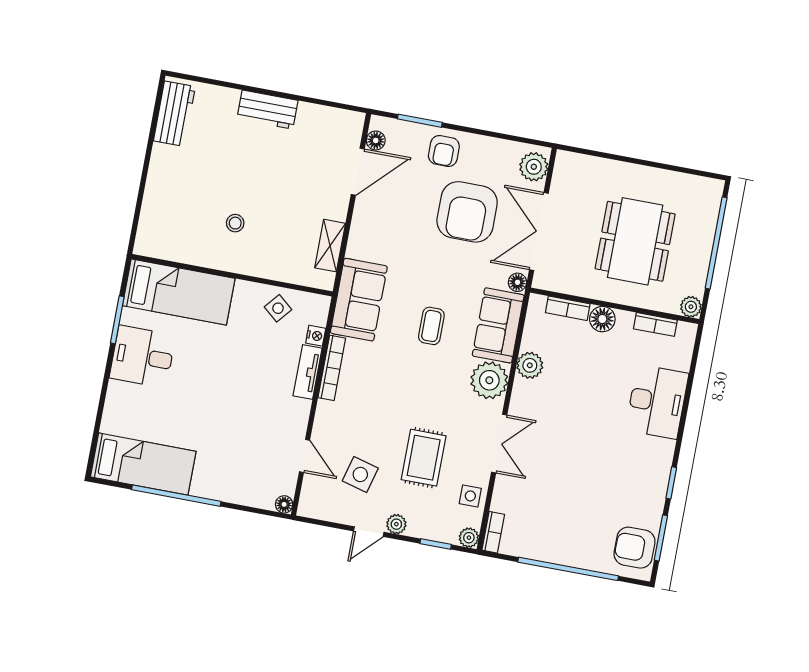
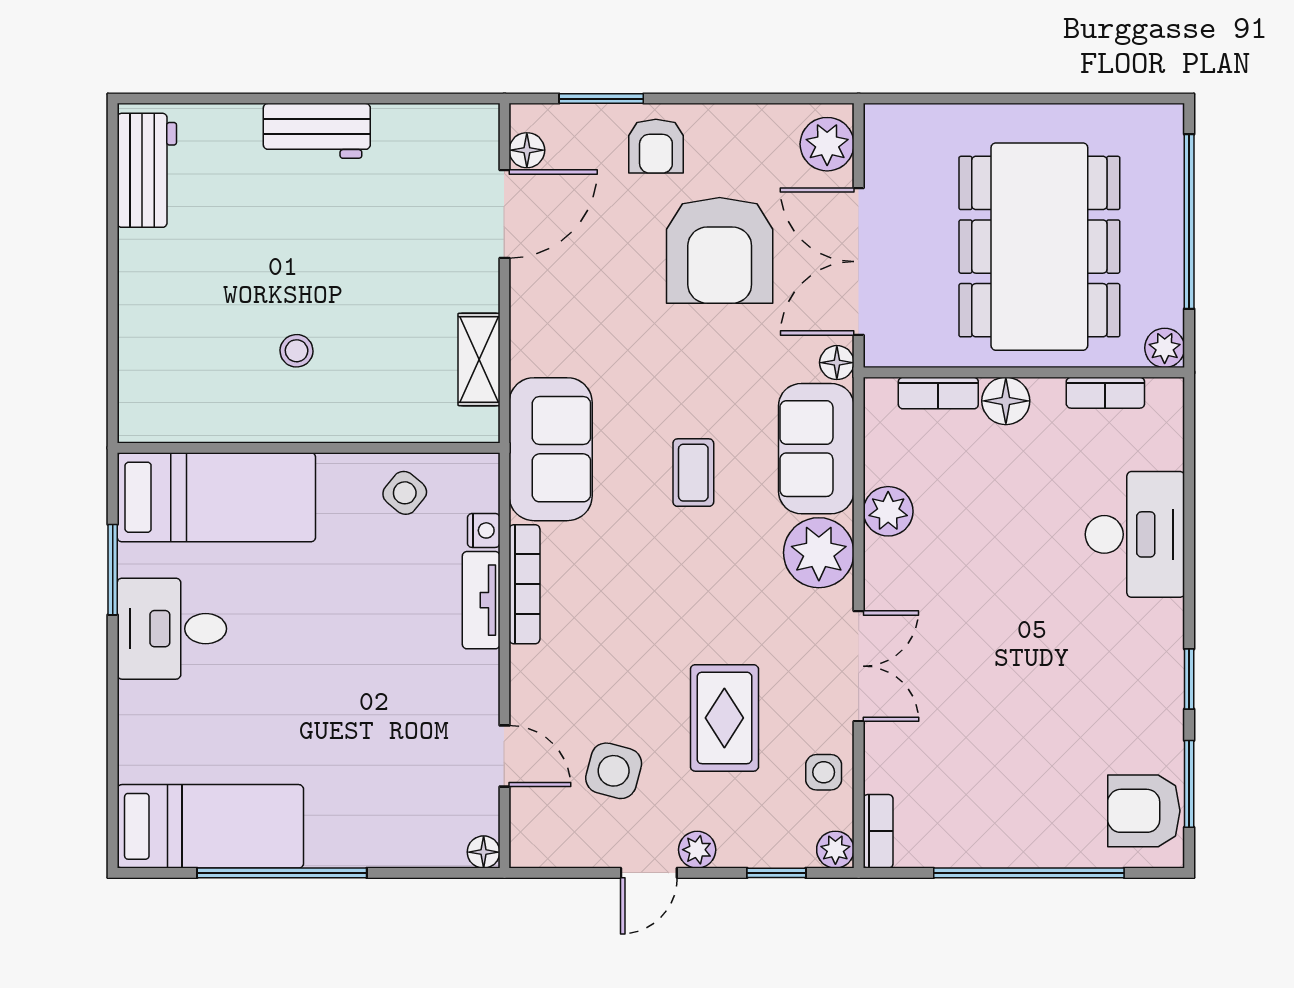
dining table: (635, 241) -> (1039, 247), width x1.36, depth x1.24

